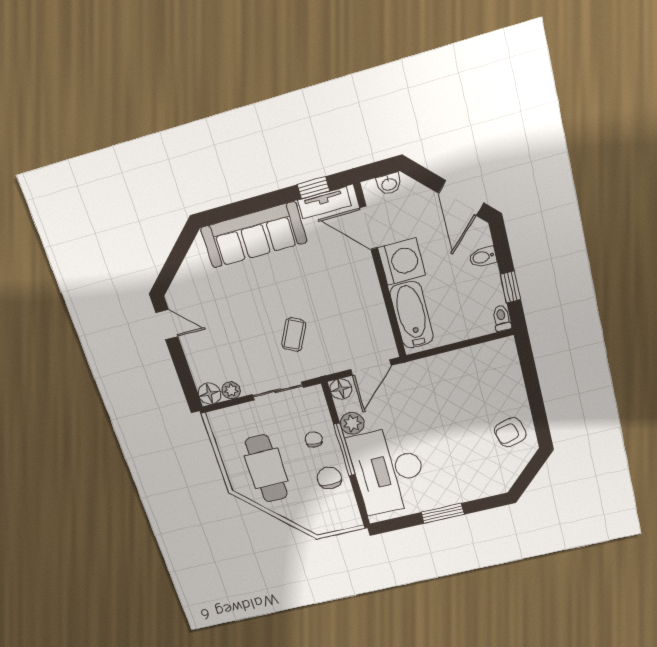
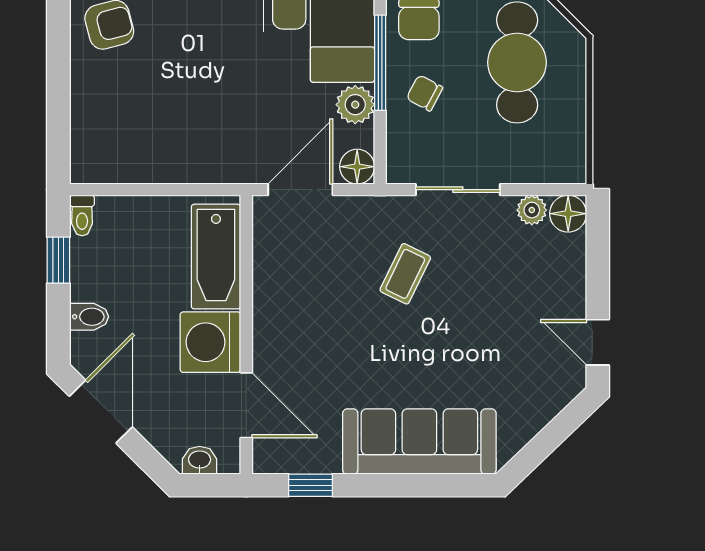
tv unit: (324, 203) -> (301, 459), removed
chair: (314, 439) -> (425, 93), turned 113

